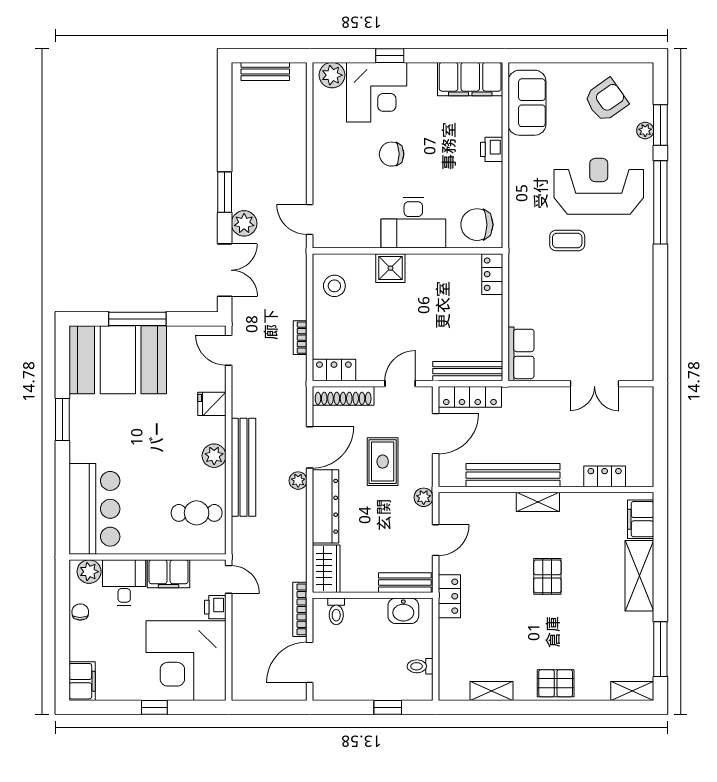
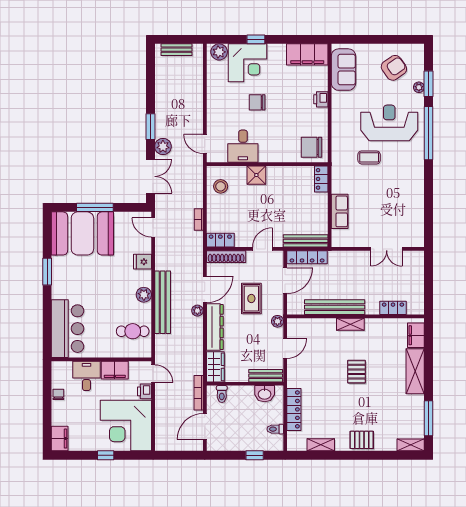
desk: (413, 223) -> (243, 146), moved, width x0.73
row of seats: (521, 354) -> (340, 211), moved
plant: (89, 572) -> (64, 369), removed
locker: (449, 596) -> (294, 409), moved, width x1.53

